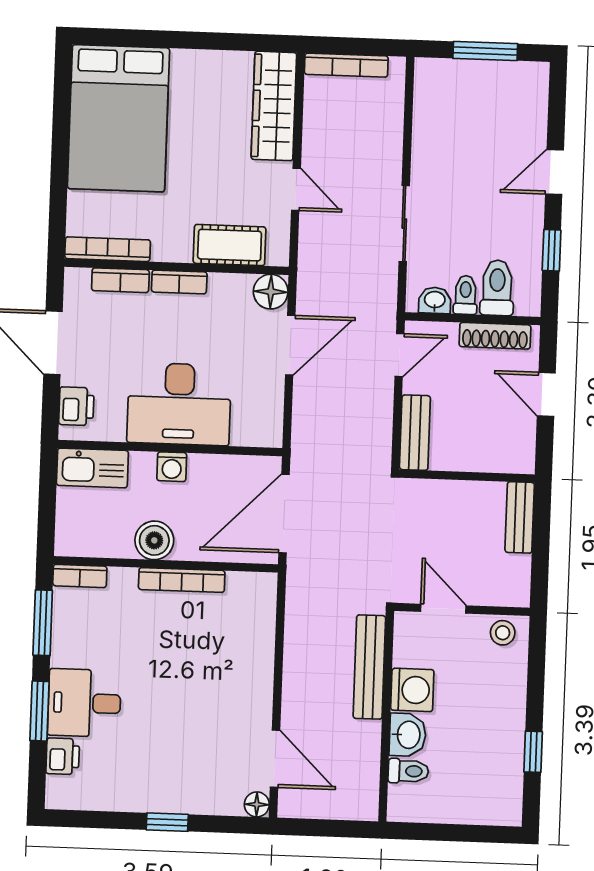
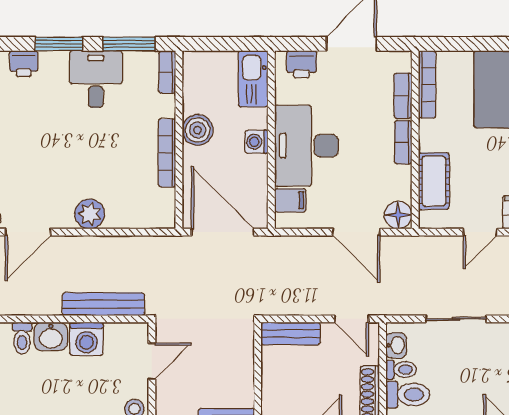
filing cabinet: (247, 427) -> (290, 200), added
plant: (255, 680) -> (90, 214), added
desk: (84, 703) -> (96, 79), moved

